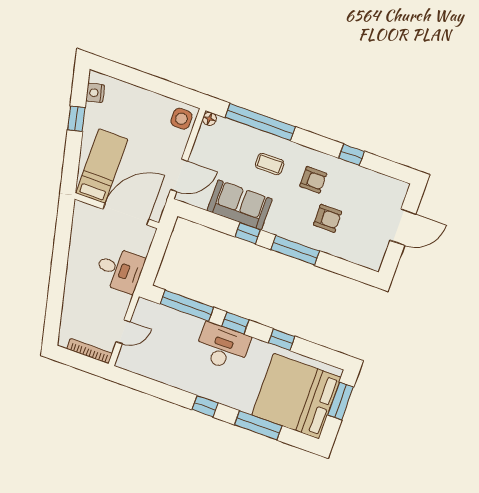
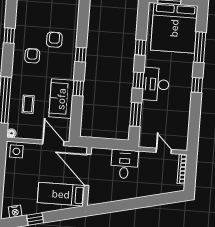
coffee table: (270, 164) -> (28, 104), moved
window: (295, 250) -> (81, 55), width x0.46
window: (187, 306) -> (136, 115), width x0.69

